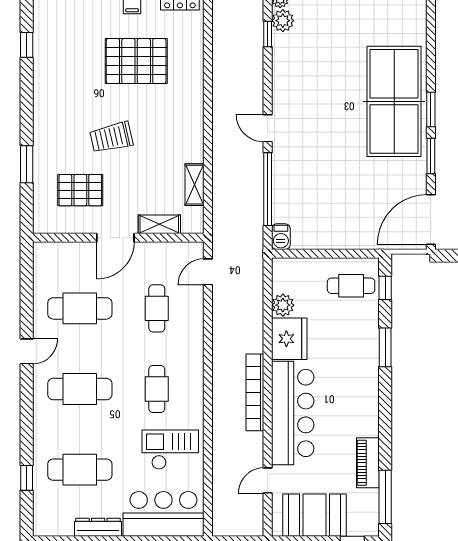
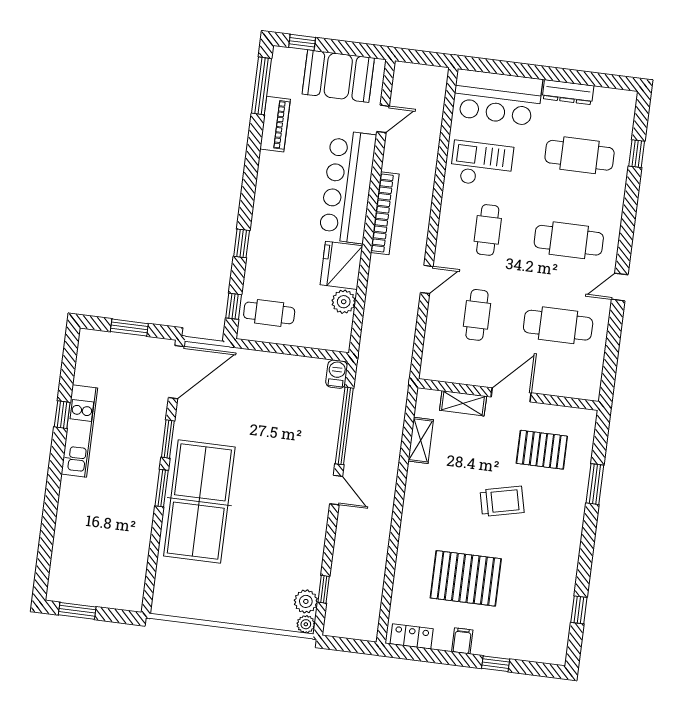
door: (208, 272) -> (427, 279), moved
window: (385, 347) -> (242, 243), width x0.67
checkout: (170, 450) -> (482, 164), turned 180

